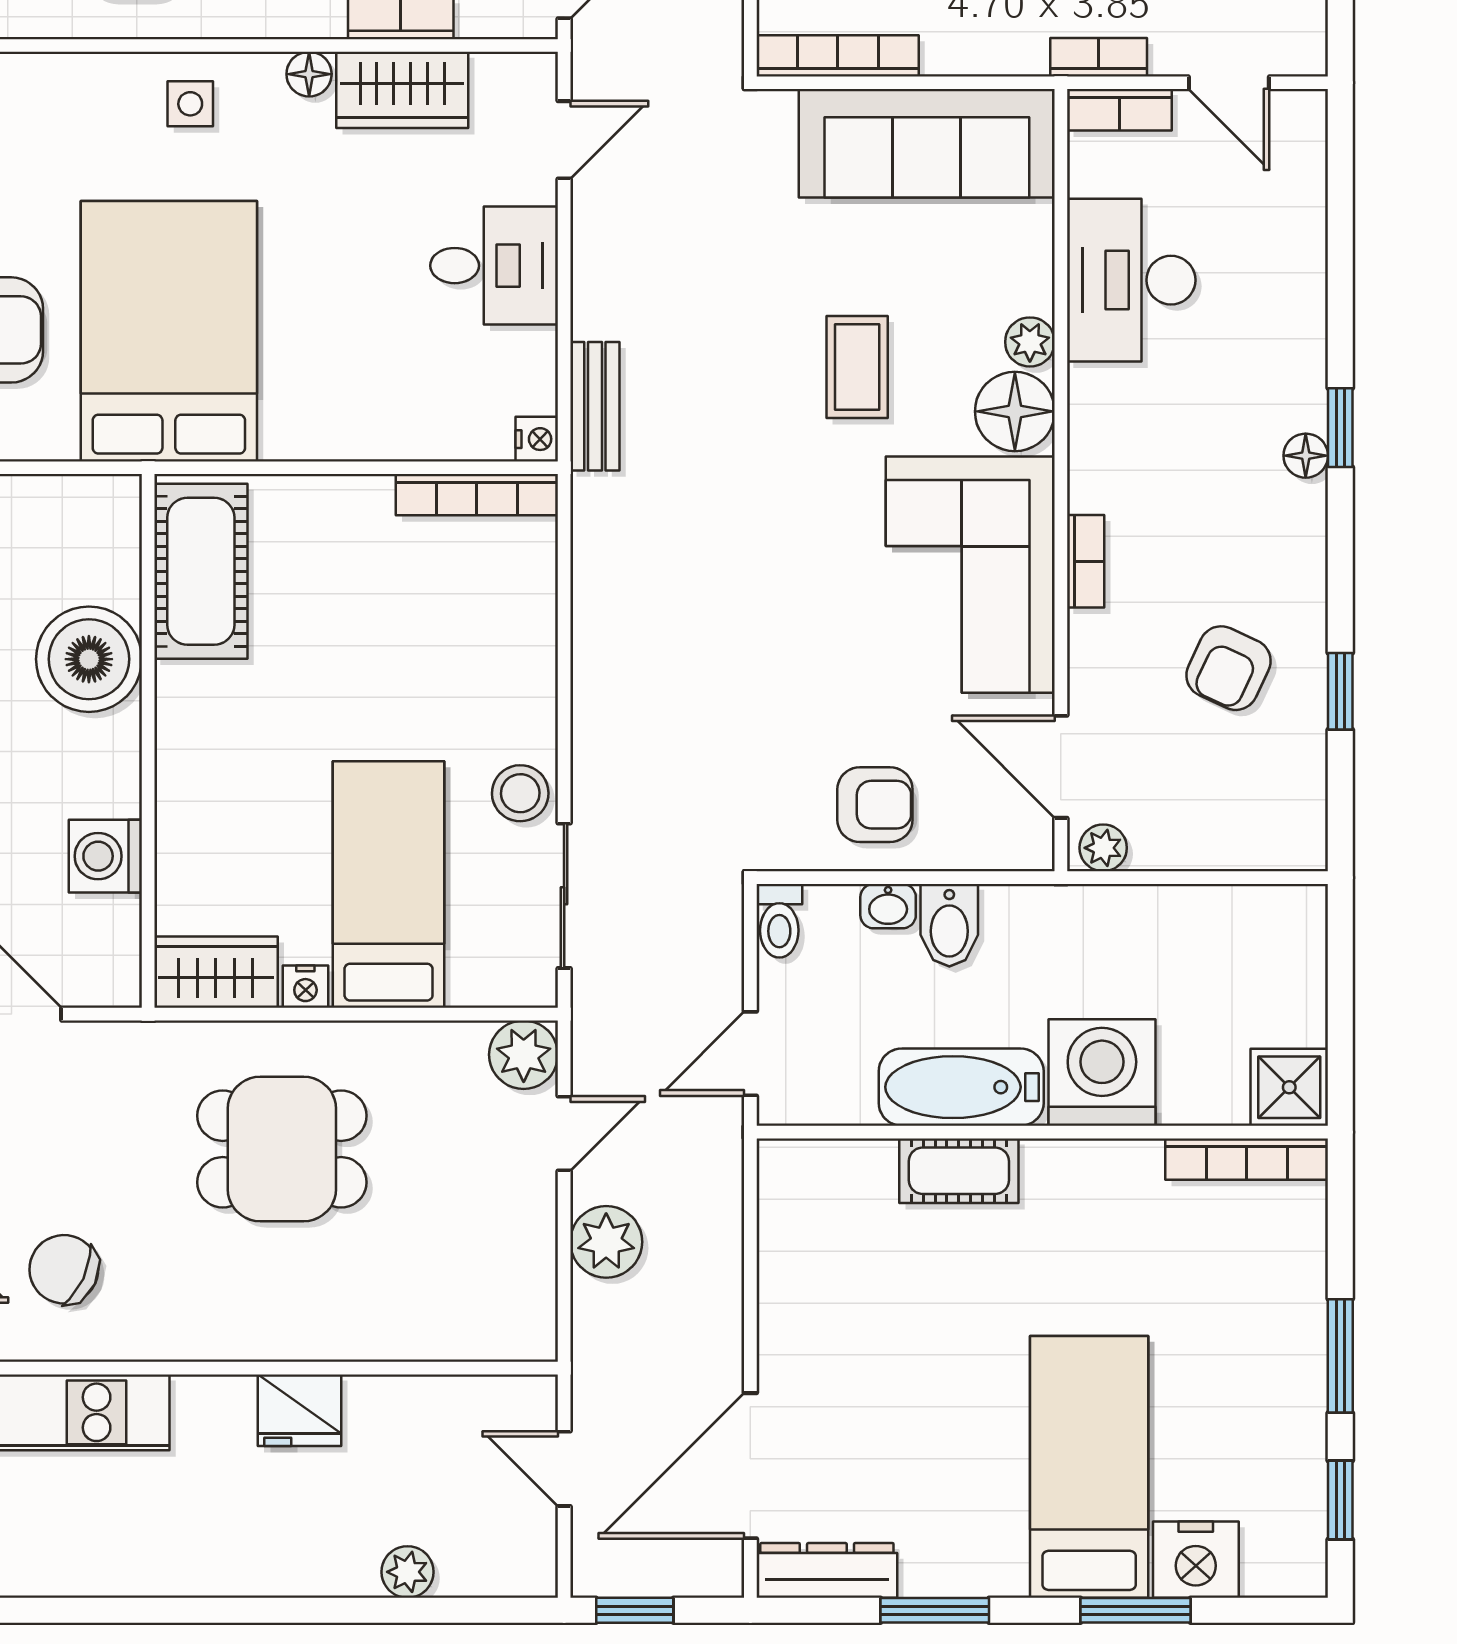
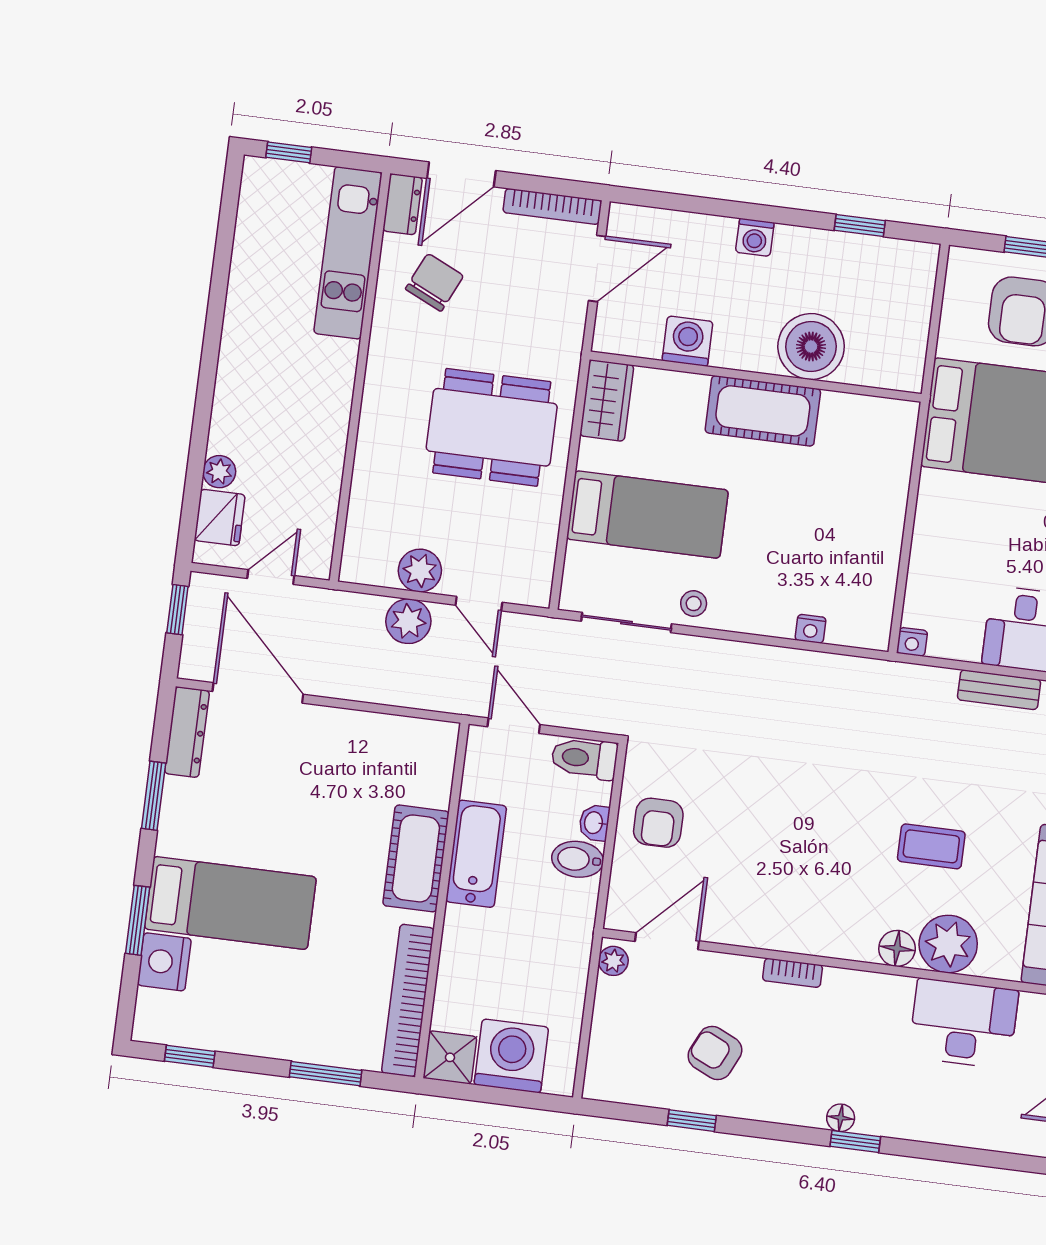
plant: (1030, 342) -> (948, 944), width x1.88, depth x1.88
bench: (595, 406) -> (999, 690), moved
floor lamp: (1015, 411) -> (897, 948), width x0.73, depth x0.73
bookcase: (477, 495) -> (882, 600), removed
cot: (201, 571) -> (763, 411), moved
corner sofa: (970, 575) -> (794, 900), removed
stool: (520, 793) -> (694, 604), width x0.73, depth x0.73
toilet: (779, 921) -> (584, 758), width x1.37, depth x1.39
nightstand: (305, 987) -> (811, 629), moved, turned -90
plant: (524, 1055) -> (420, 571), moved
washing machine: (1102, 1073) -> (511, 1056), moved, turned -90
dining table: (282, 1149) -> (492, 427), width x1.38
bookcase: (1247, 1159) -> (408, 1000), width x1.48, depth x1.31
cot: (959, 1171) -> (416, 858), width x1.37, depth x1.34
window: (1340, 1356) -> (326, 1074), moved
fridge: (300, 1410) -> (220, 517), moved, turned 180

